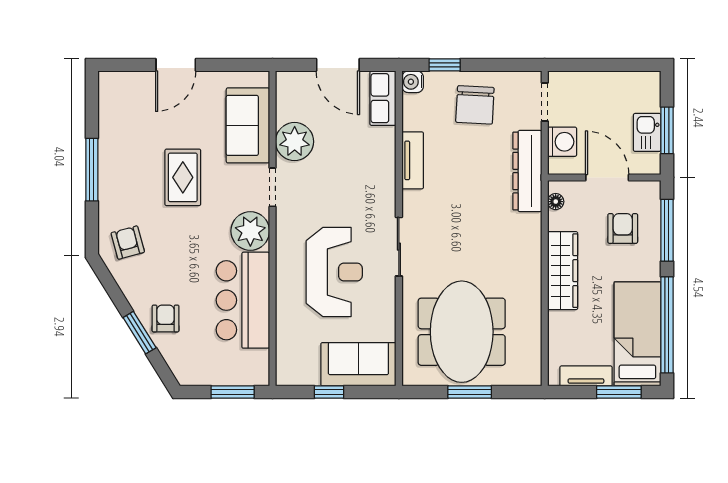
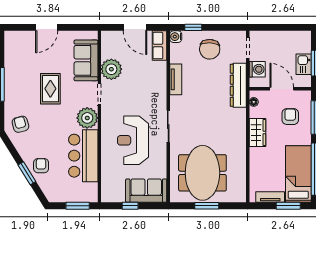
wardrobe: (563, 271) -> (258, 132), width x0.67
reception desk: (334, 272) -> (133, 140), turned 180

